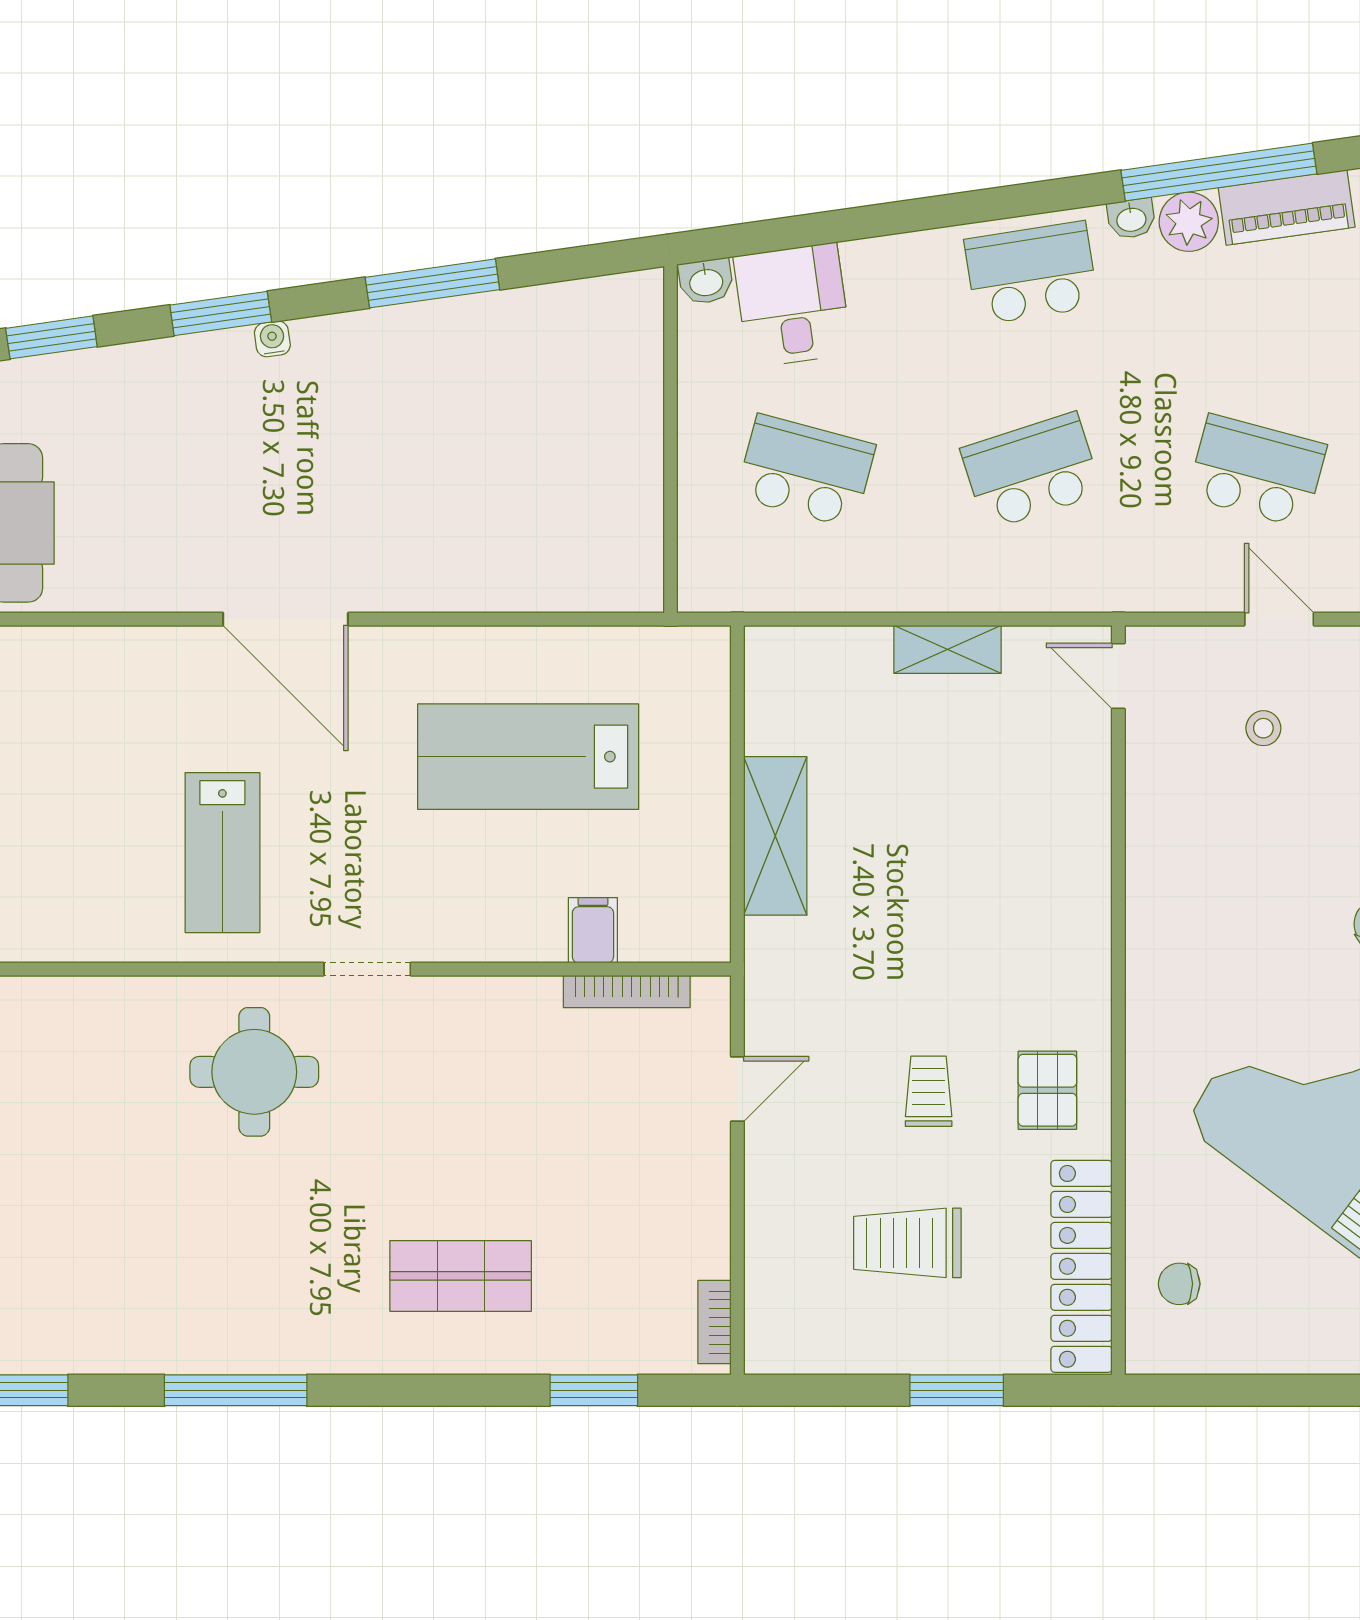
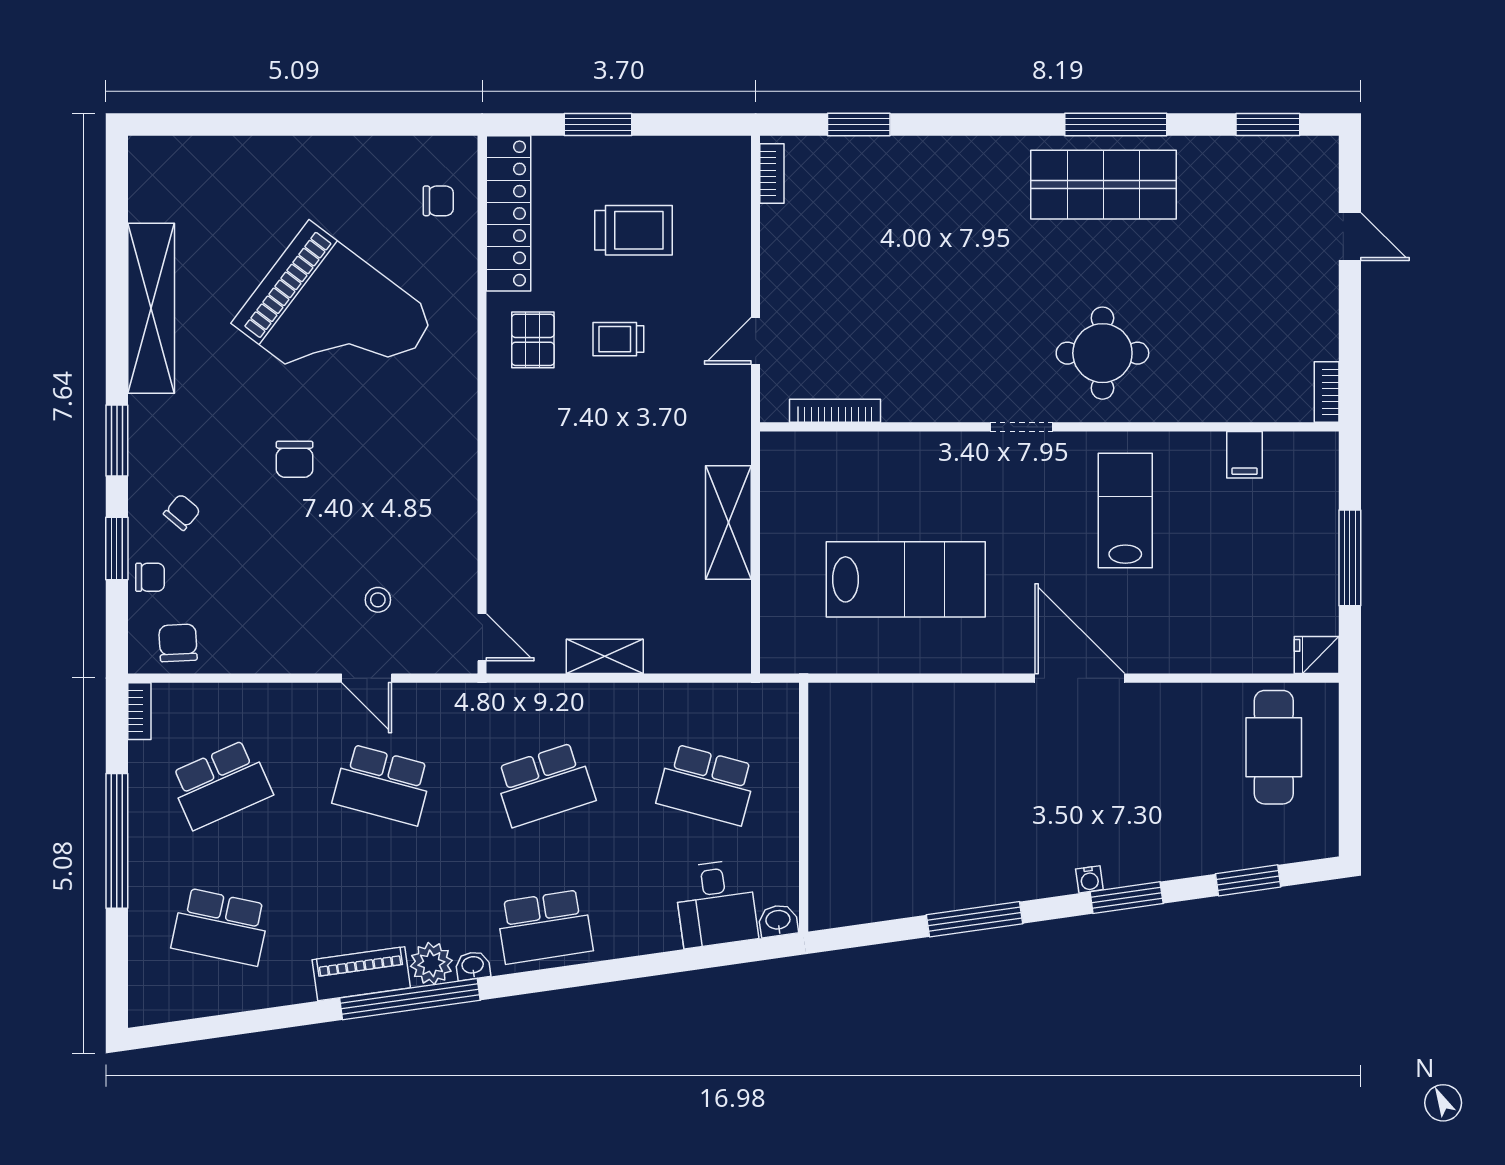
filing cabinet: (593, 930) -> (1245, 455), moved
trolley: (929, 1091) -> (618, 339), turned 90
shop shelf: (461, 1276) -> (1104, 185), moved, width x1.43, depth x1.36

